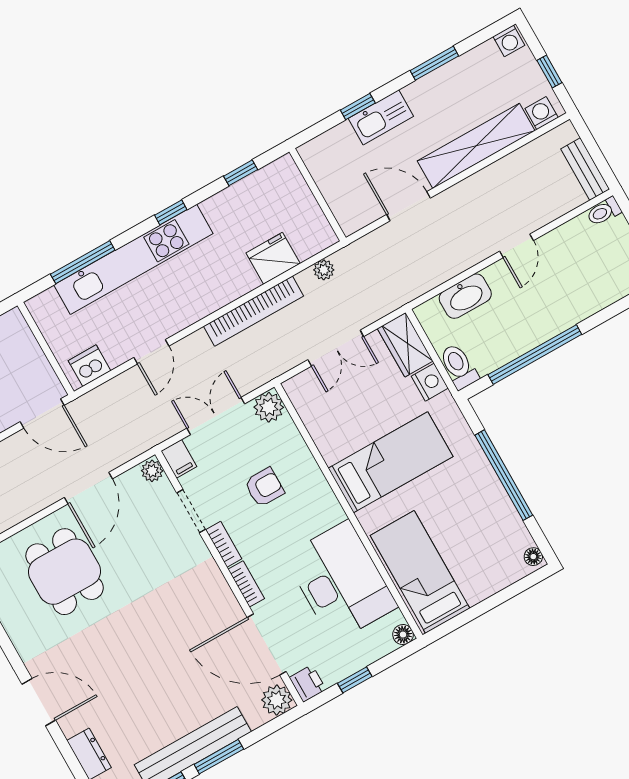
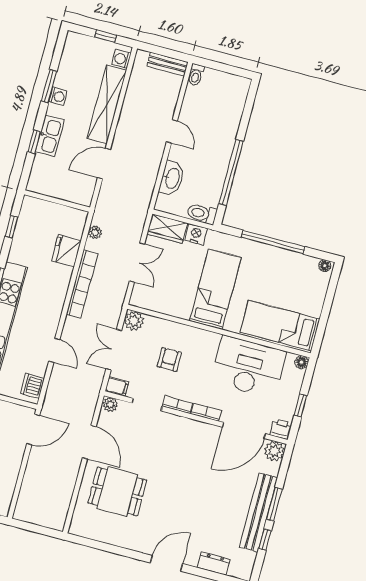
washing machine: (509, 41) -> (58, 96), moved

